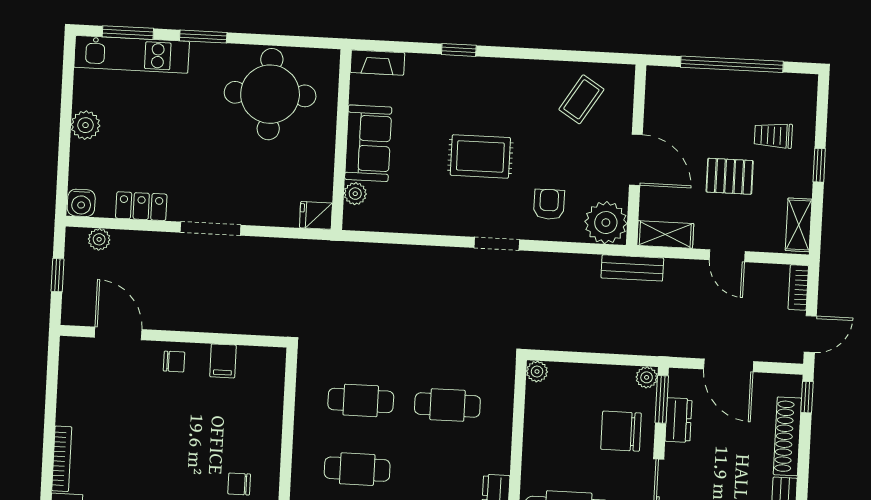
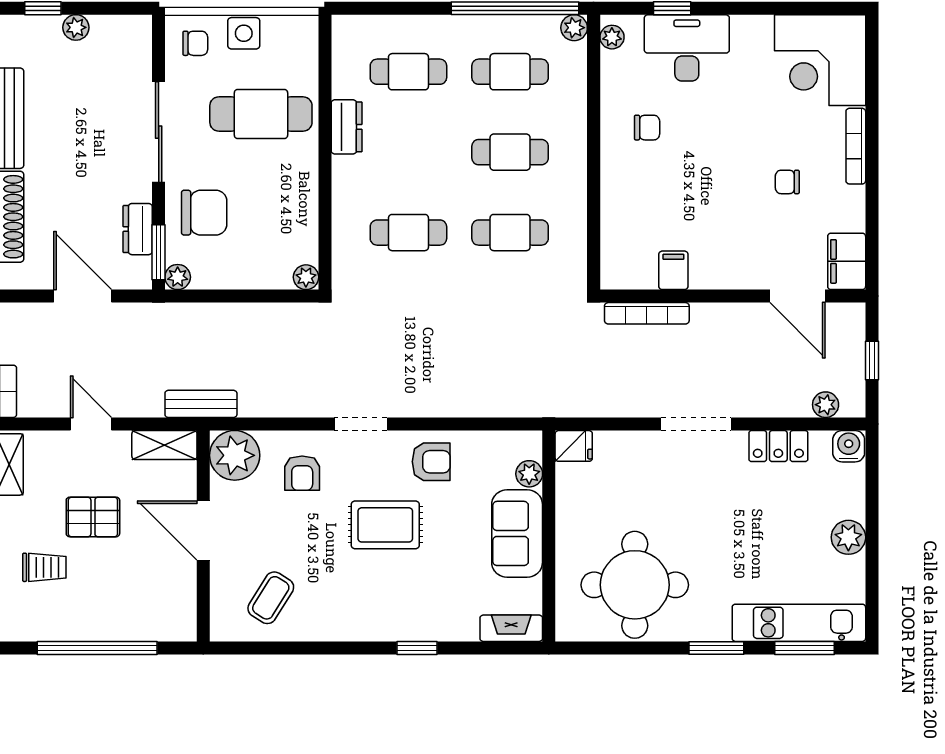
armchair: (438, 208) -> (431, 462), added
bookcase: (248, 325) -> (647, 313), added
filing cabinet: (75, 361) -> (847, 261), added
chair: (174, 362) -> (787, 182), moved

